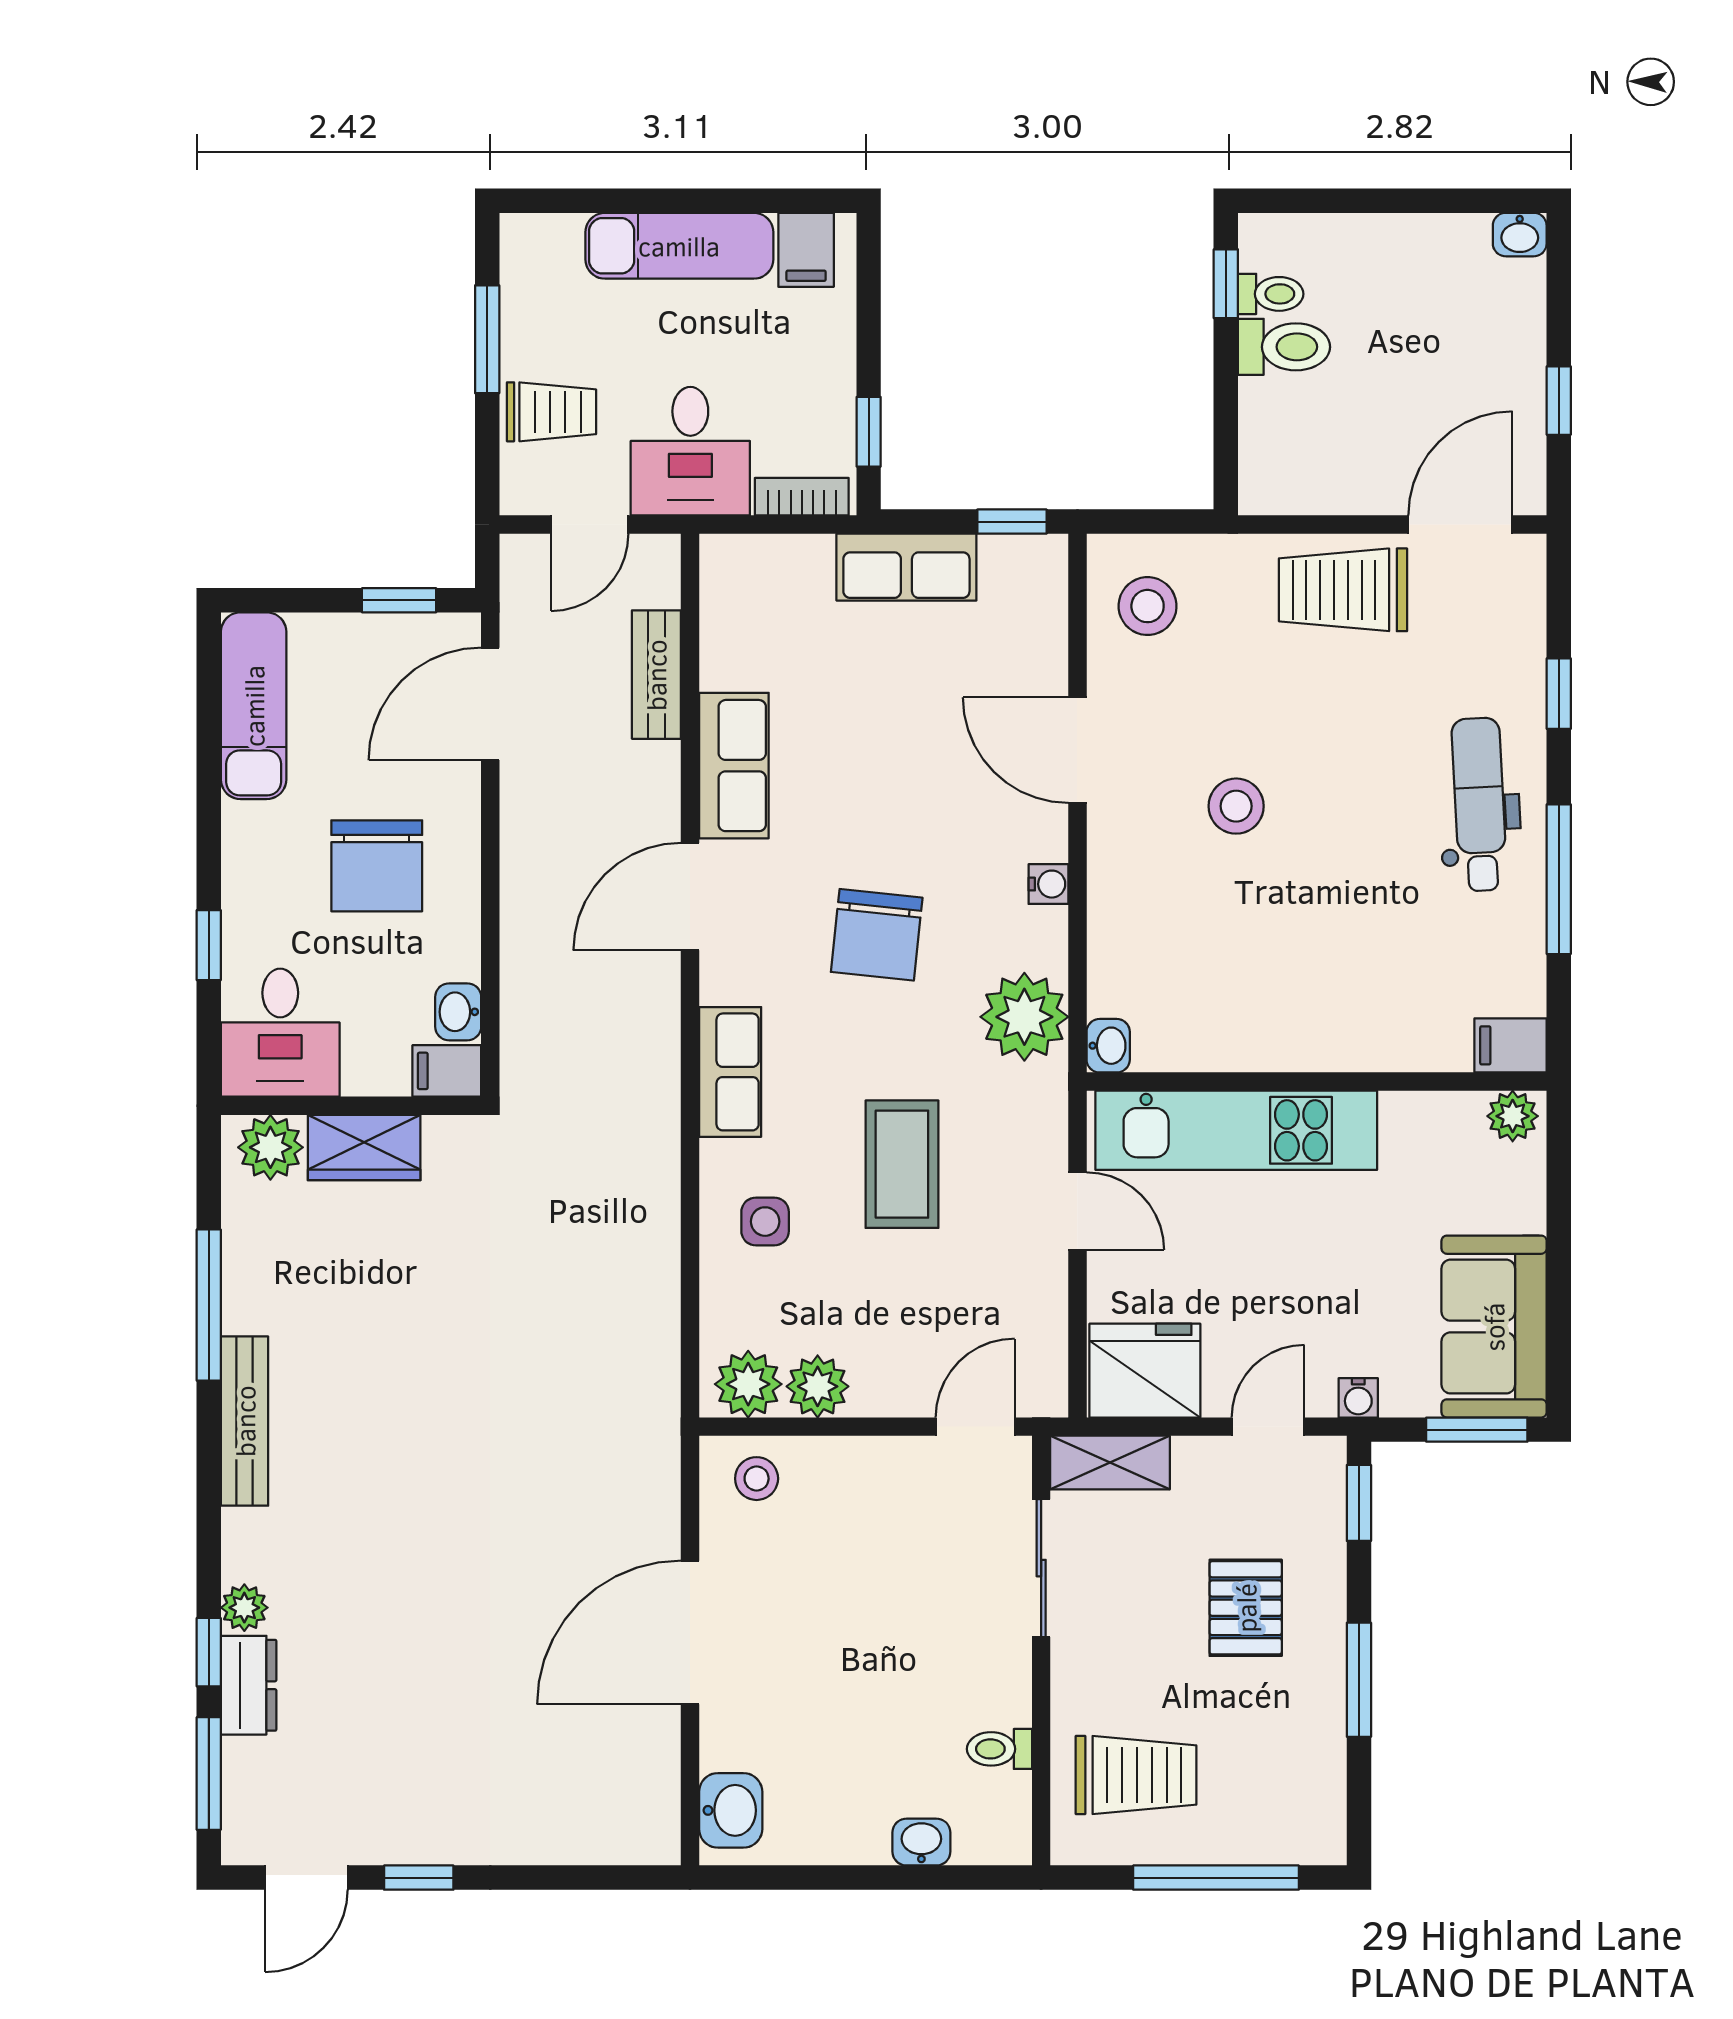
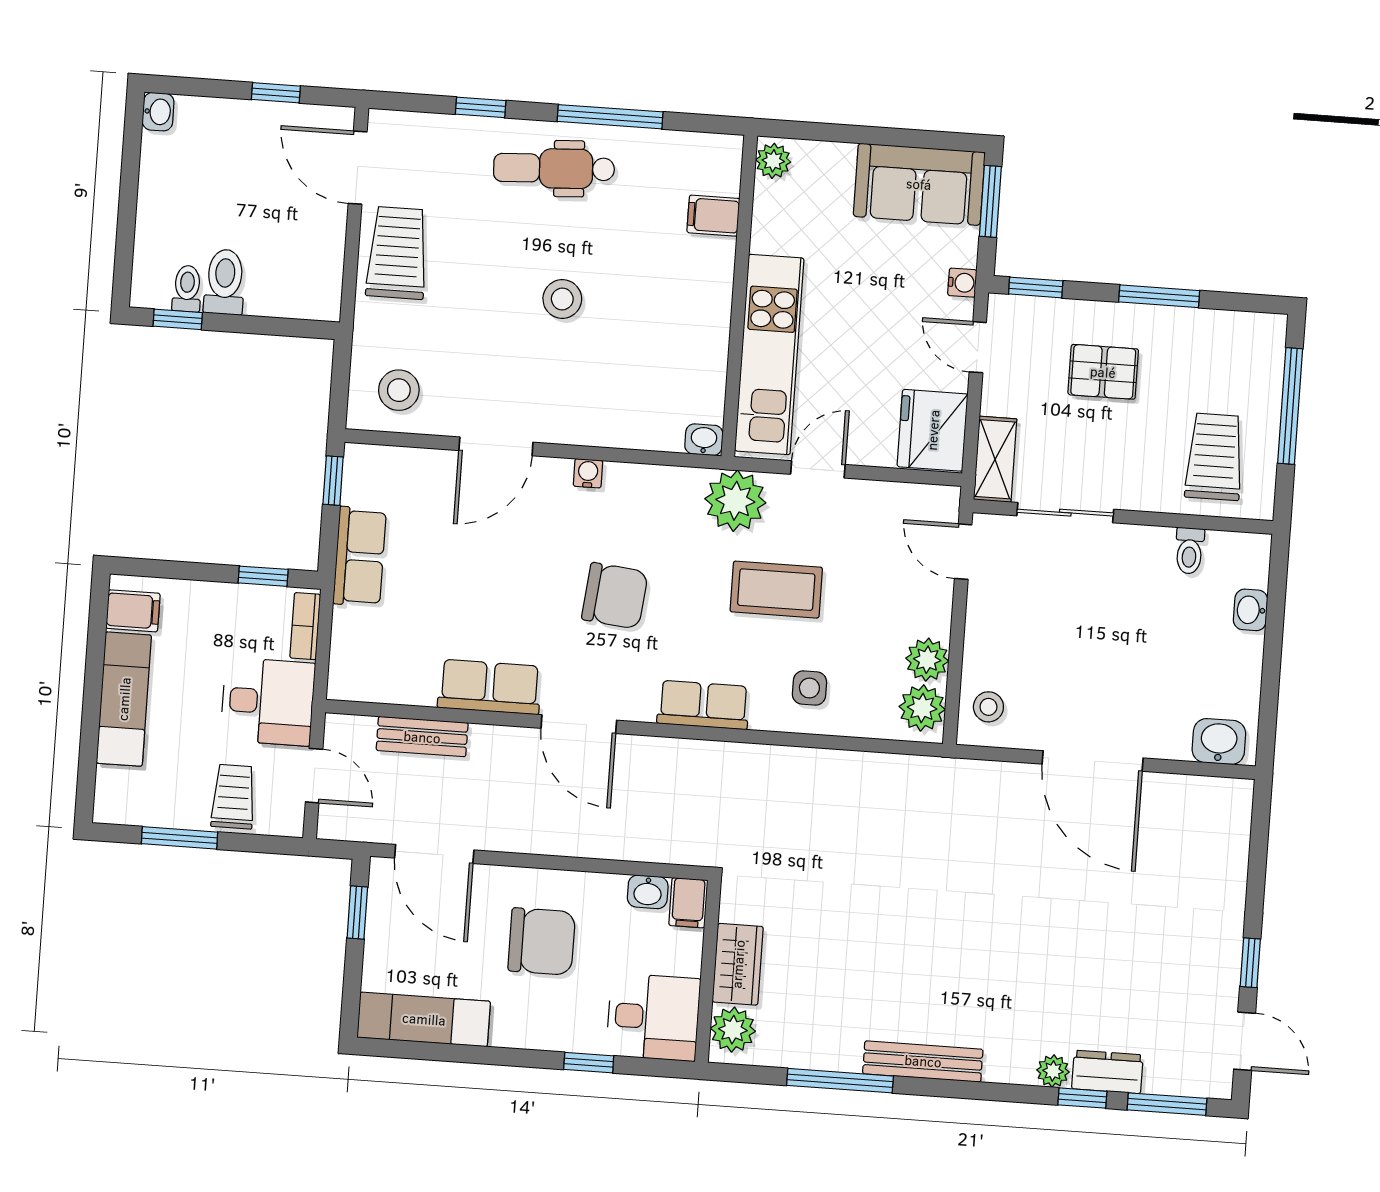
trolley: (1343, 590) -> (397, 253), turned 180
stool: (1236, 806) -> (562, 299), moved
plant: (1024, 1017) -> (735, 501), moved
filing cabinet: (1511, 1045) -> (713, 216), moved, turned 90

